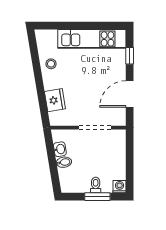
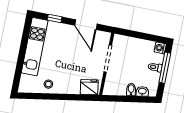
fridge: (55, 100) -> (89, 87), moved
washbasin: (60, 149) -> (142, 91), moved
window: (97, 197) -> (165, 68), width x1.44

